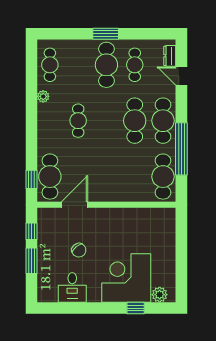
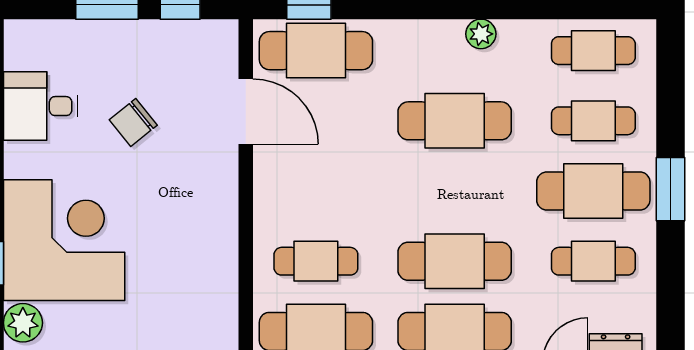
cafe table: (78, 65) -> (593, 121), added
plant: (43, 96) -> (481, 34), moved
cafe table: (78, 121) -> (455, 121), width x1.37, depth x1.35
cafe table: (135, 177) -> (316, 261), added

